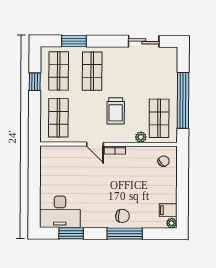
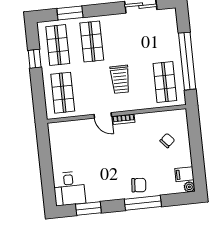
plant: (141, 137) -> (148, 103), removed
chair: (164, 161) -> (167, 141), moved
desk: (60, 212) -> (69, 189), width x0.73

